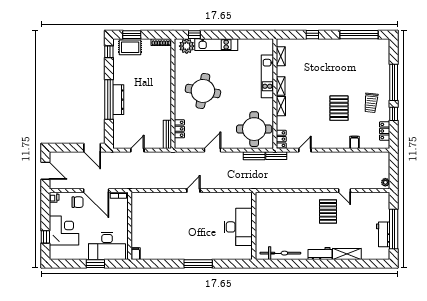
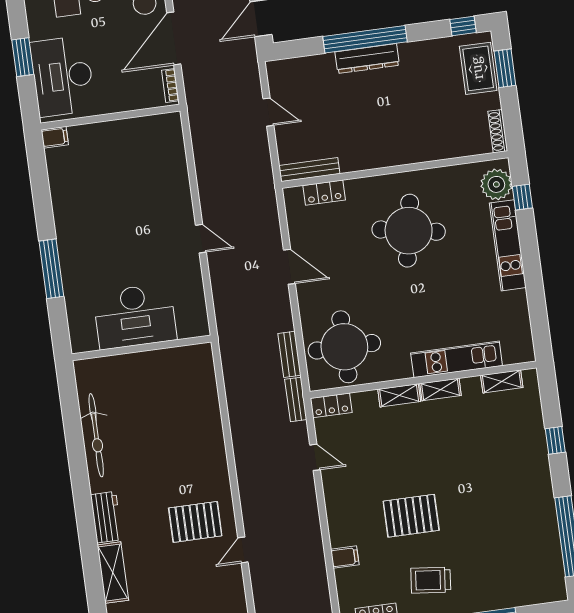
wall: (254, 226) -> (141, 348), moved
desk: (238, 227) -> (135, 316), moved

